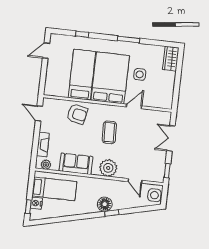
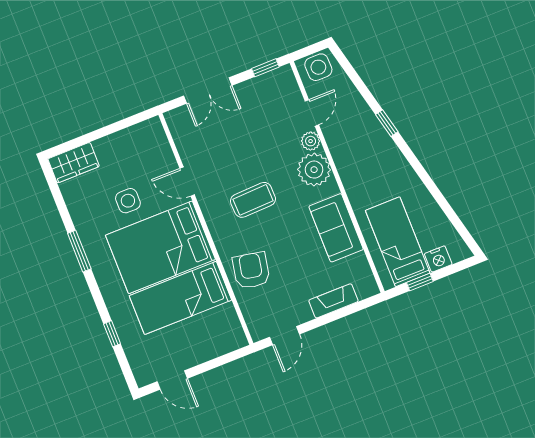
plant: (46, 165) -> (311, 141), moved
floor lamp: (105, 204) -> (378, 143), removed
window: (28, 207) -> (420, 282), moved

